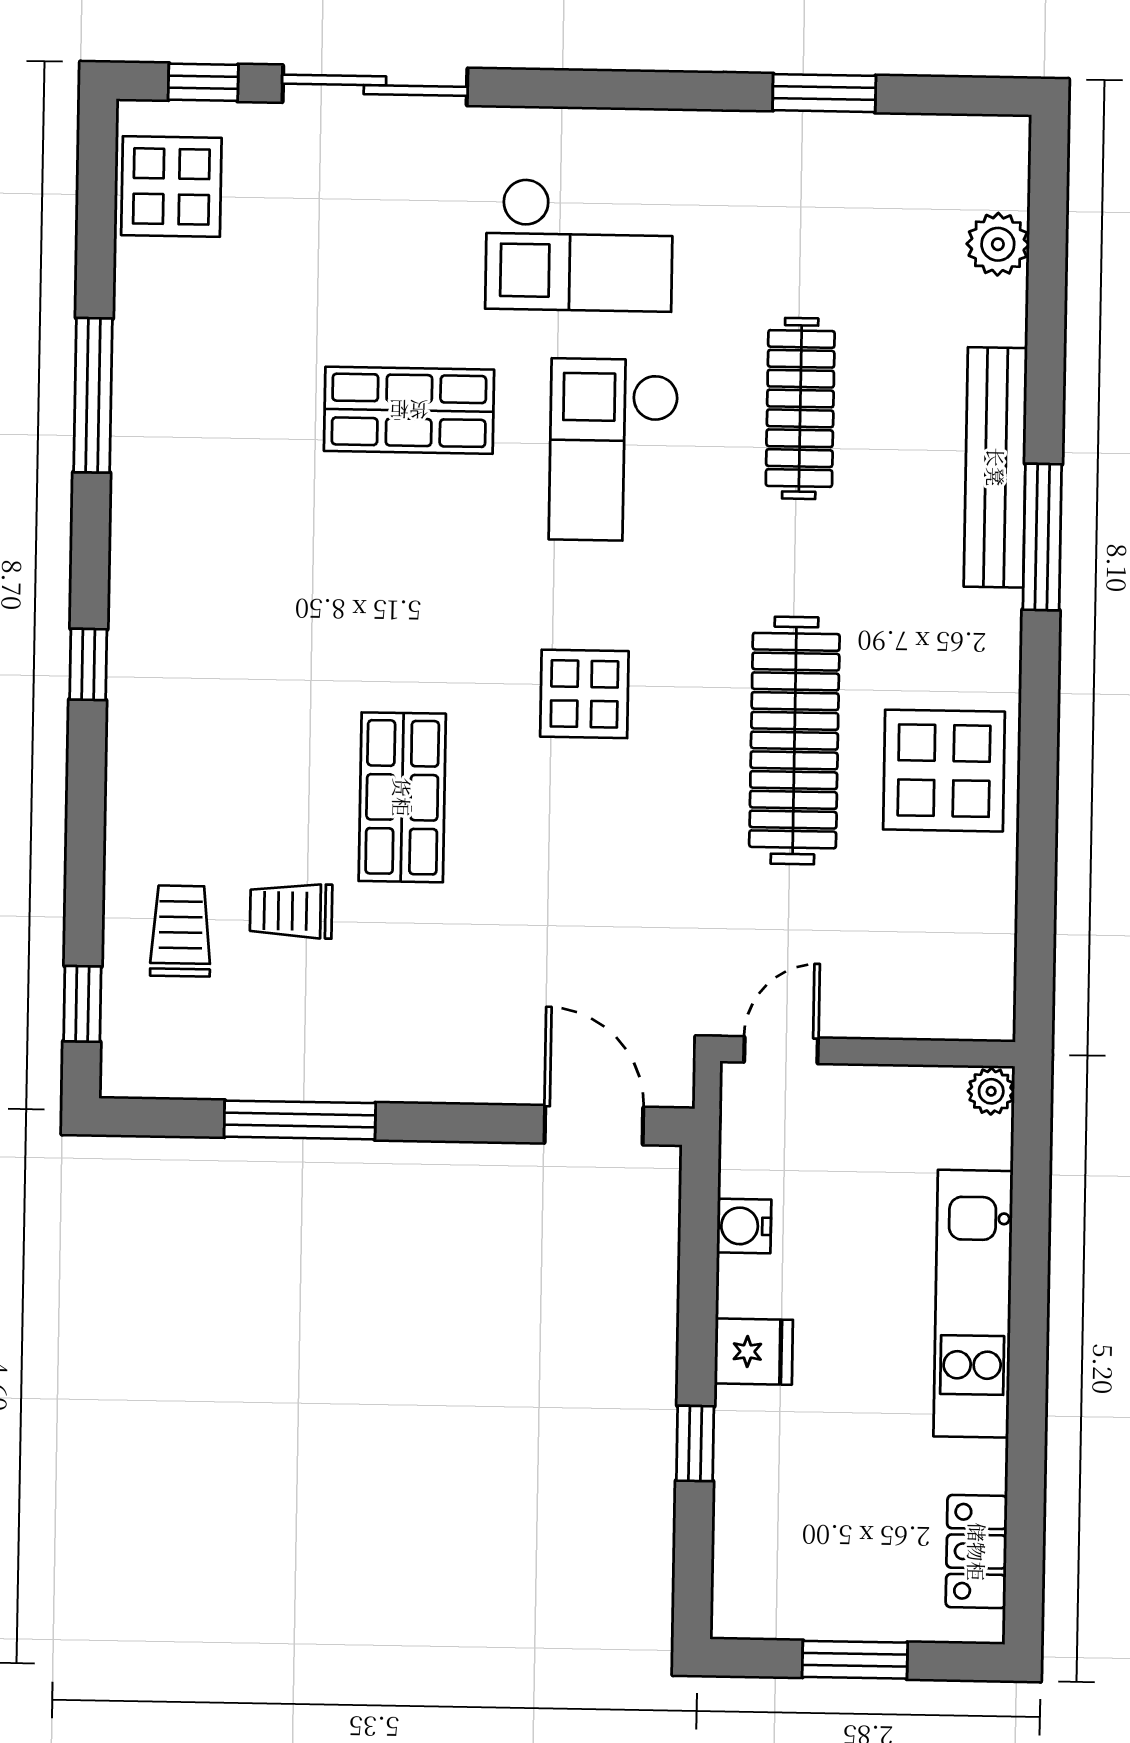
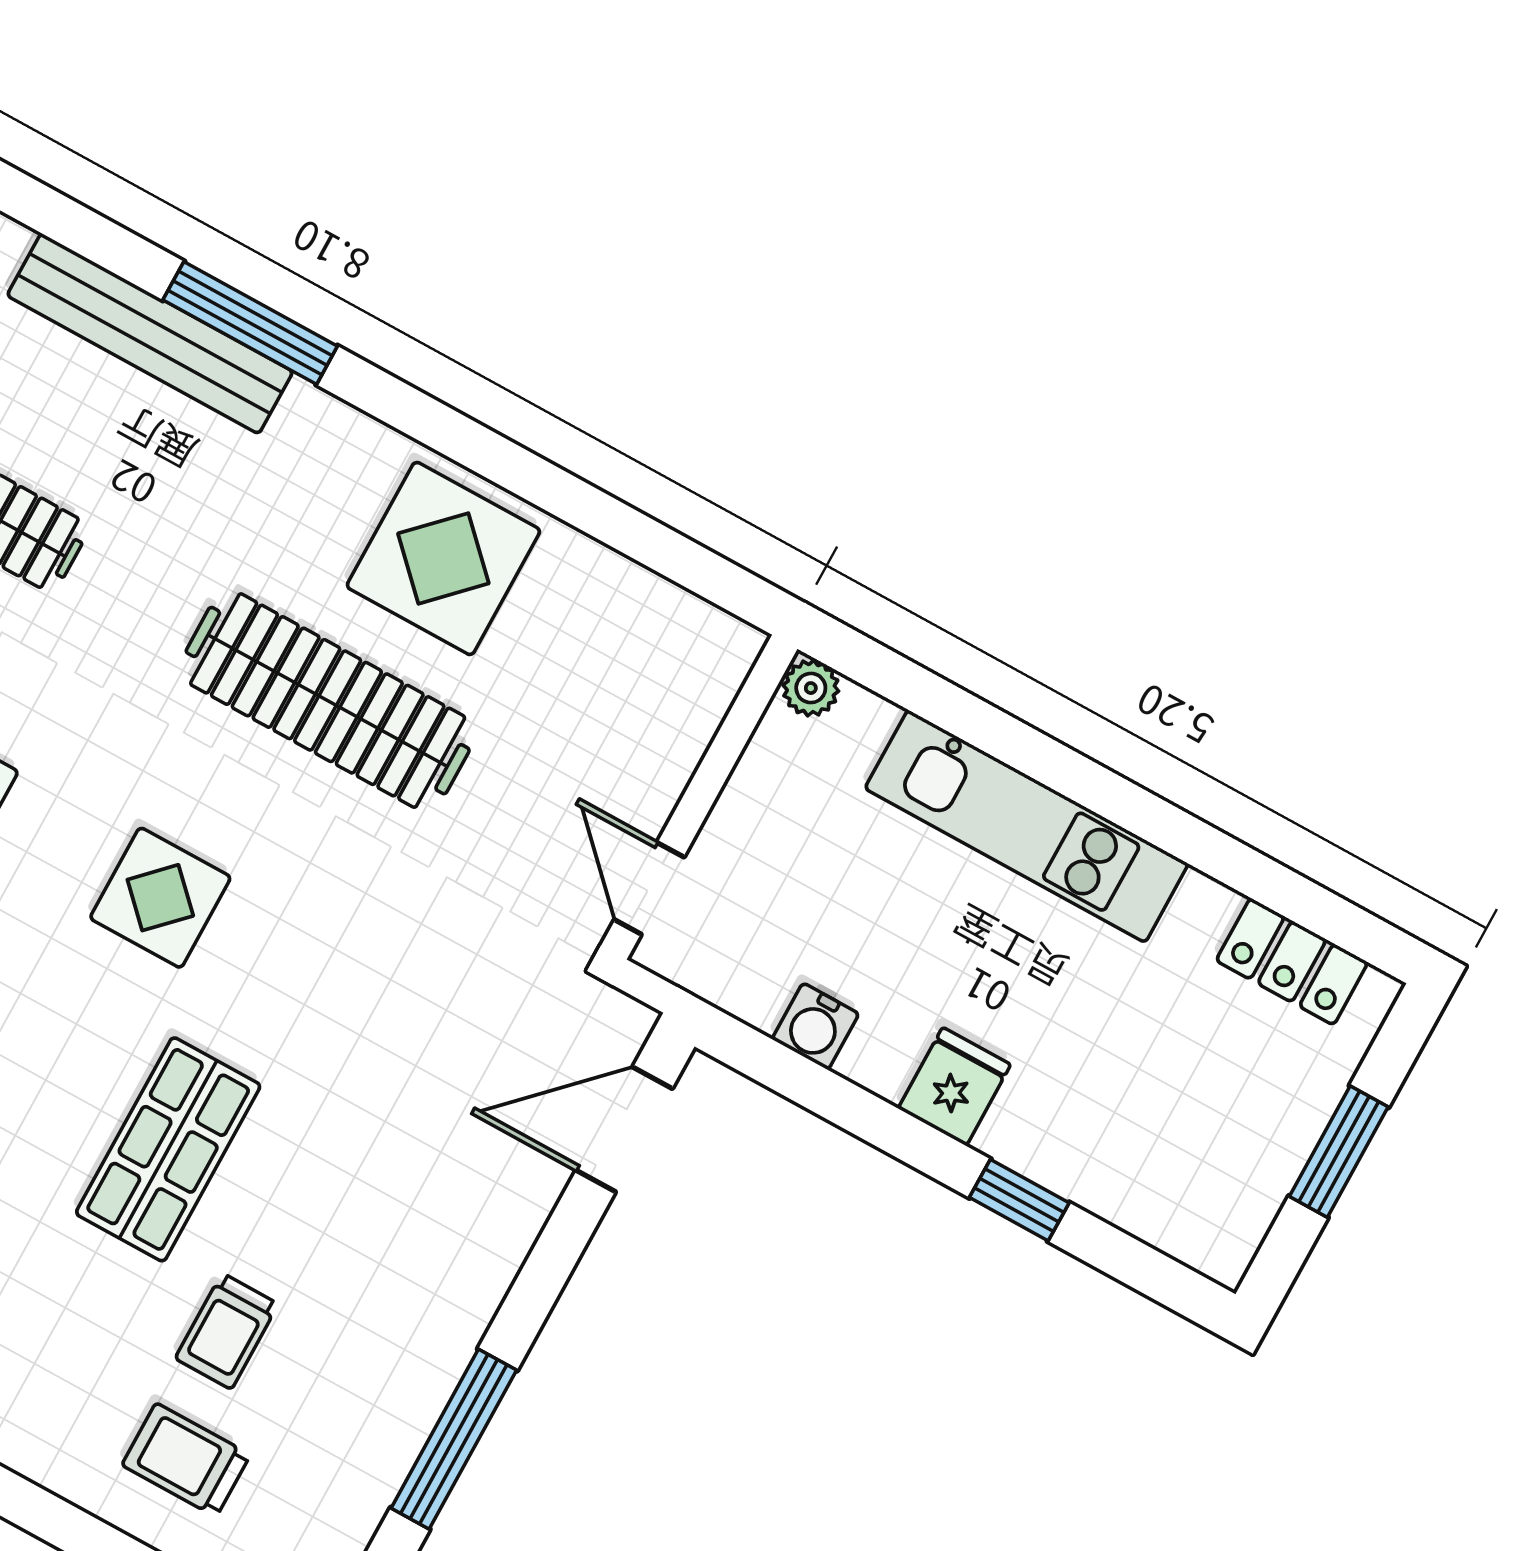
shop shelf: (402, 797) -> (168, 1149), turned 90

